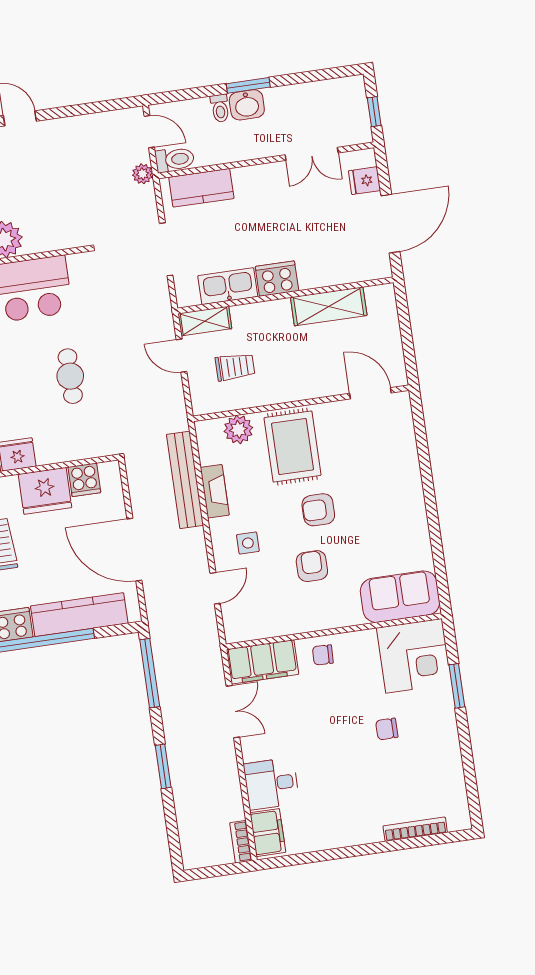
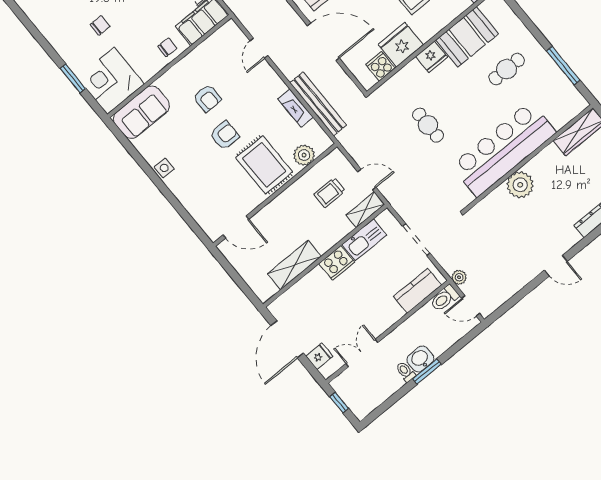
toilet: (220, 108) -> (406, 372), moved
side table: (248, 543) -> (164, 168), moved

